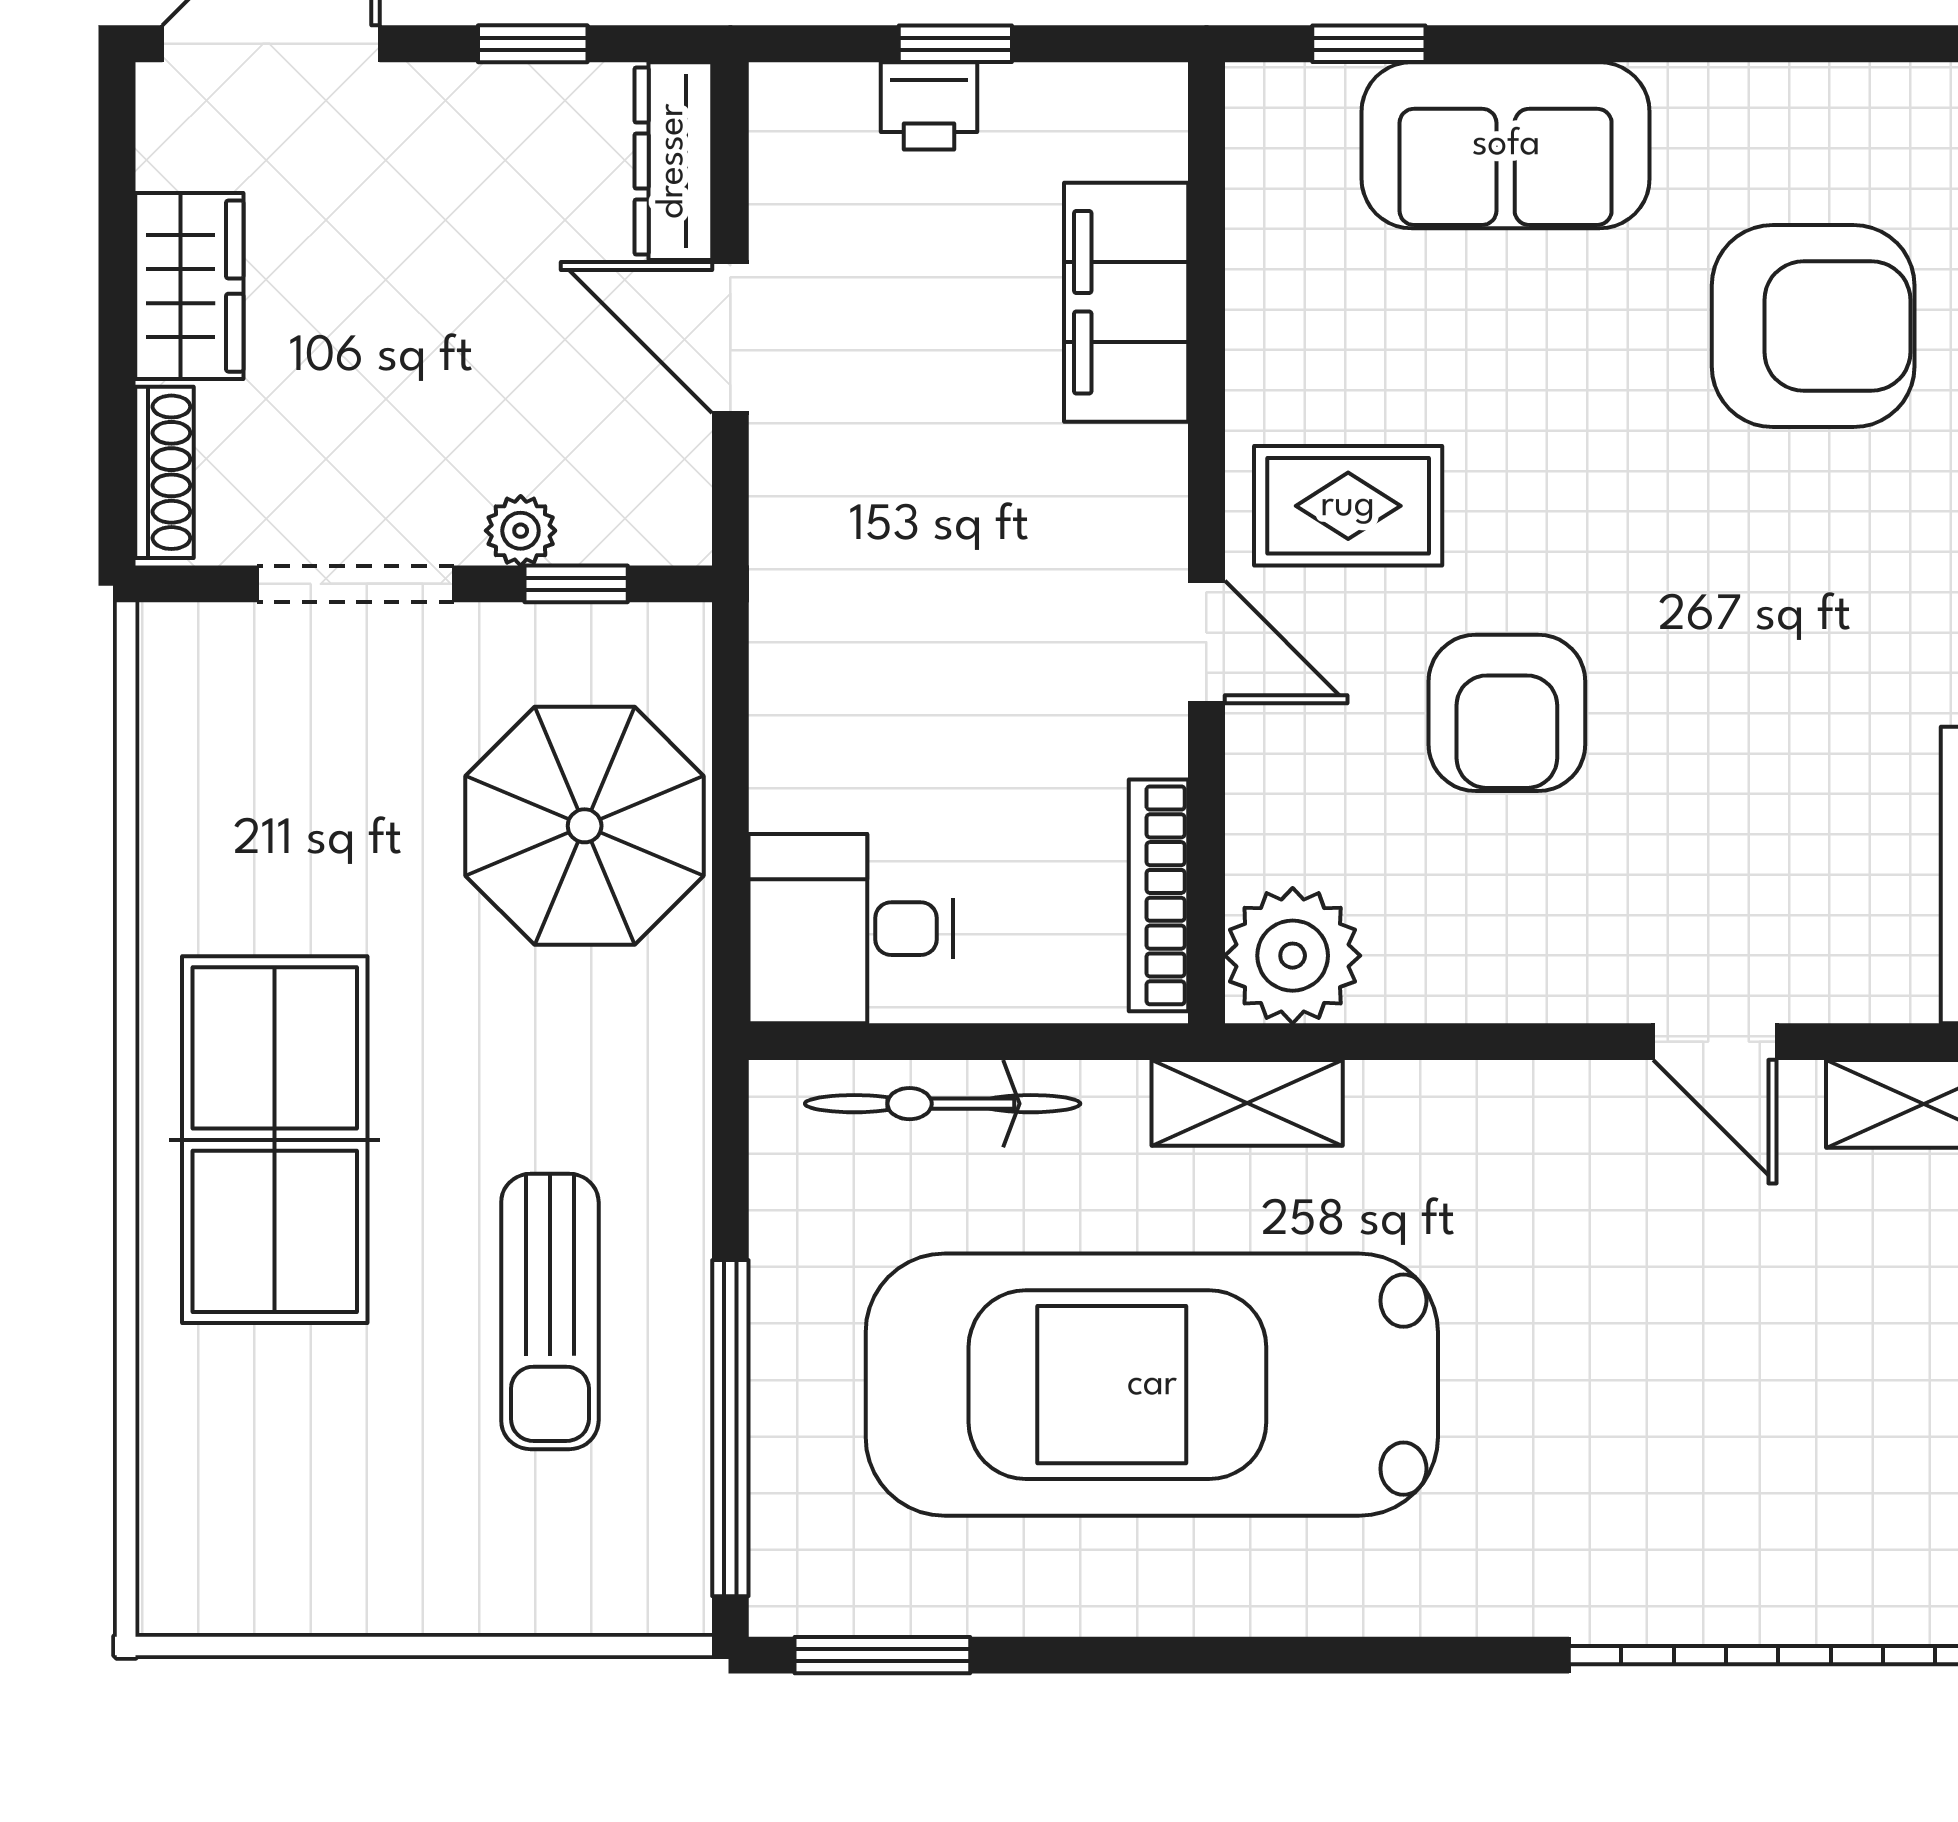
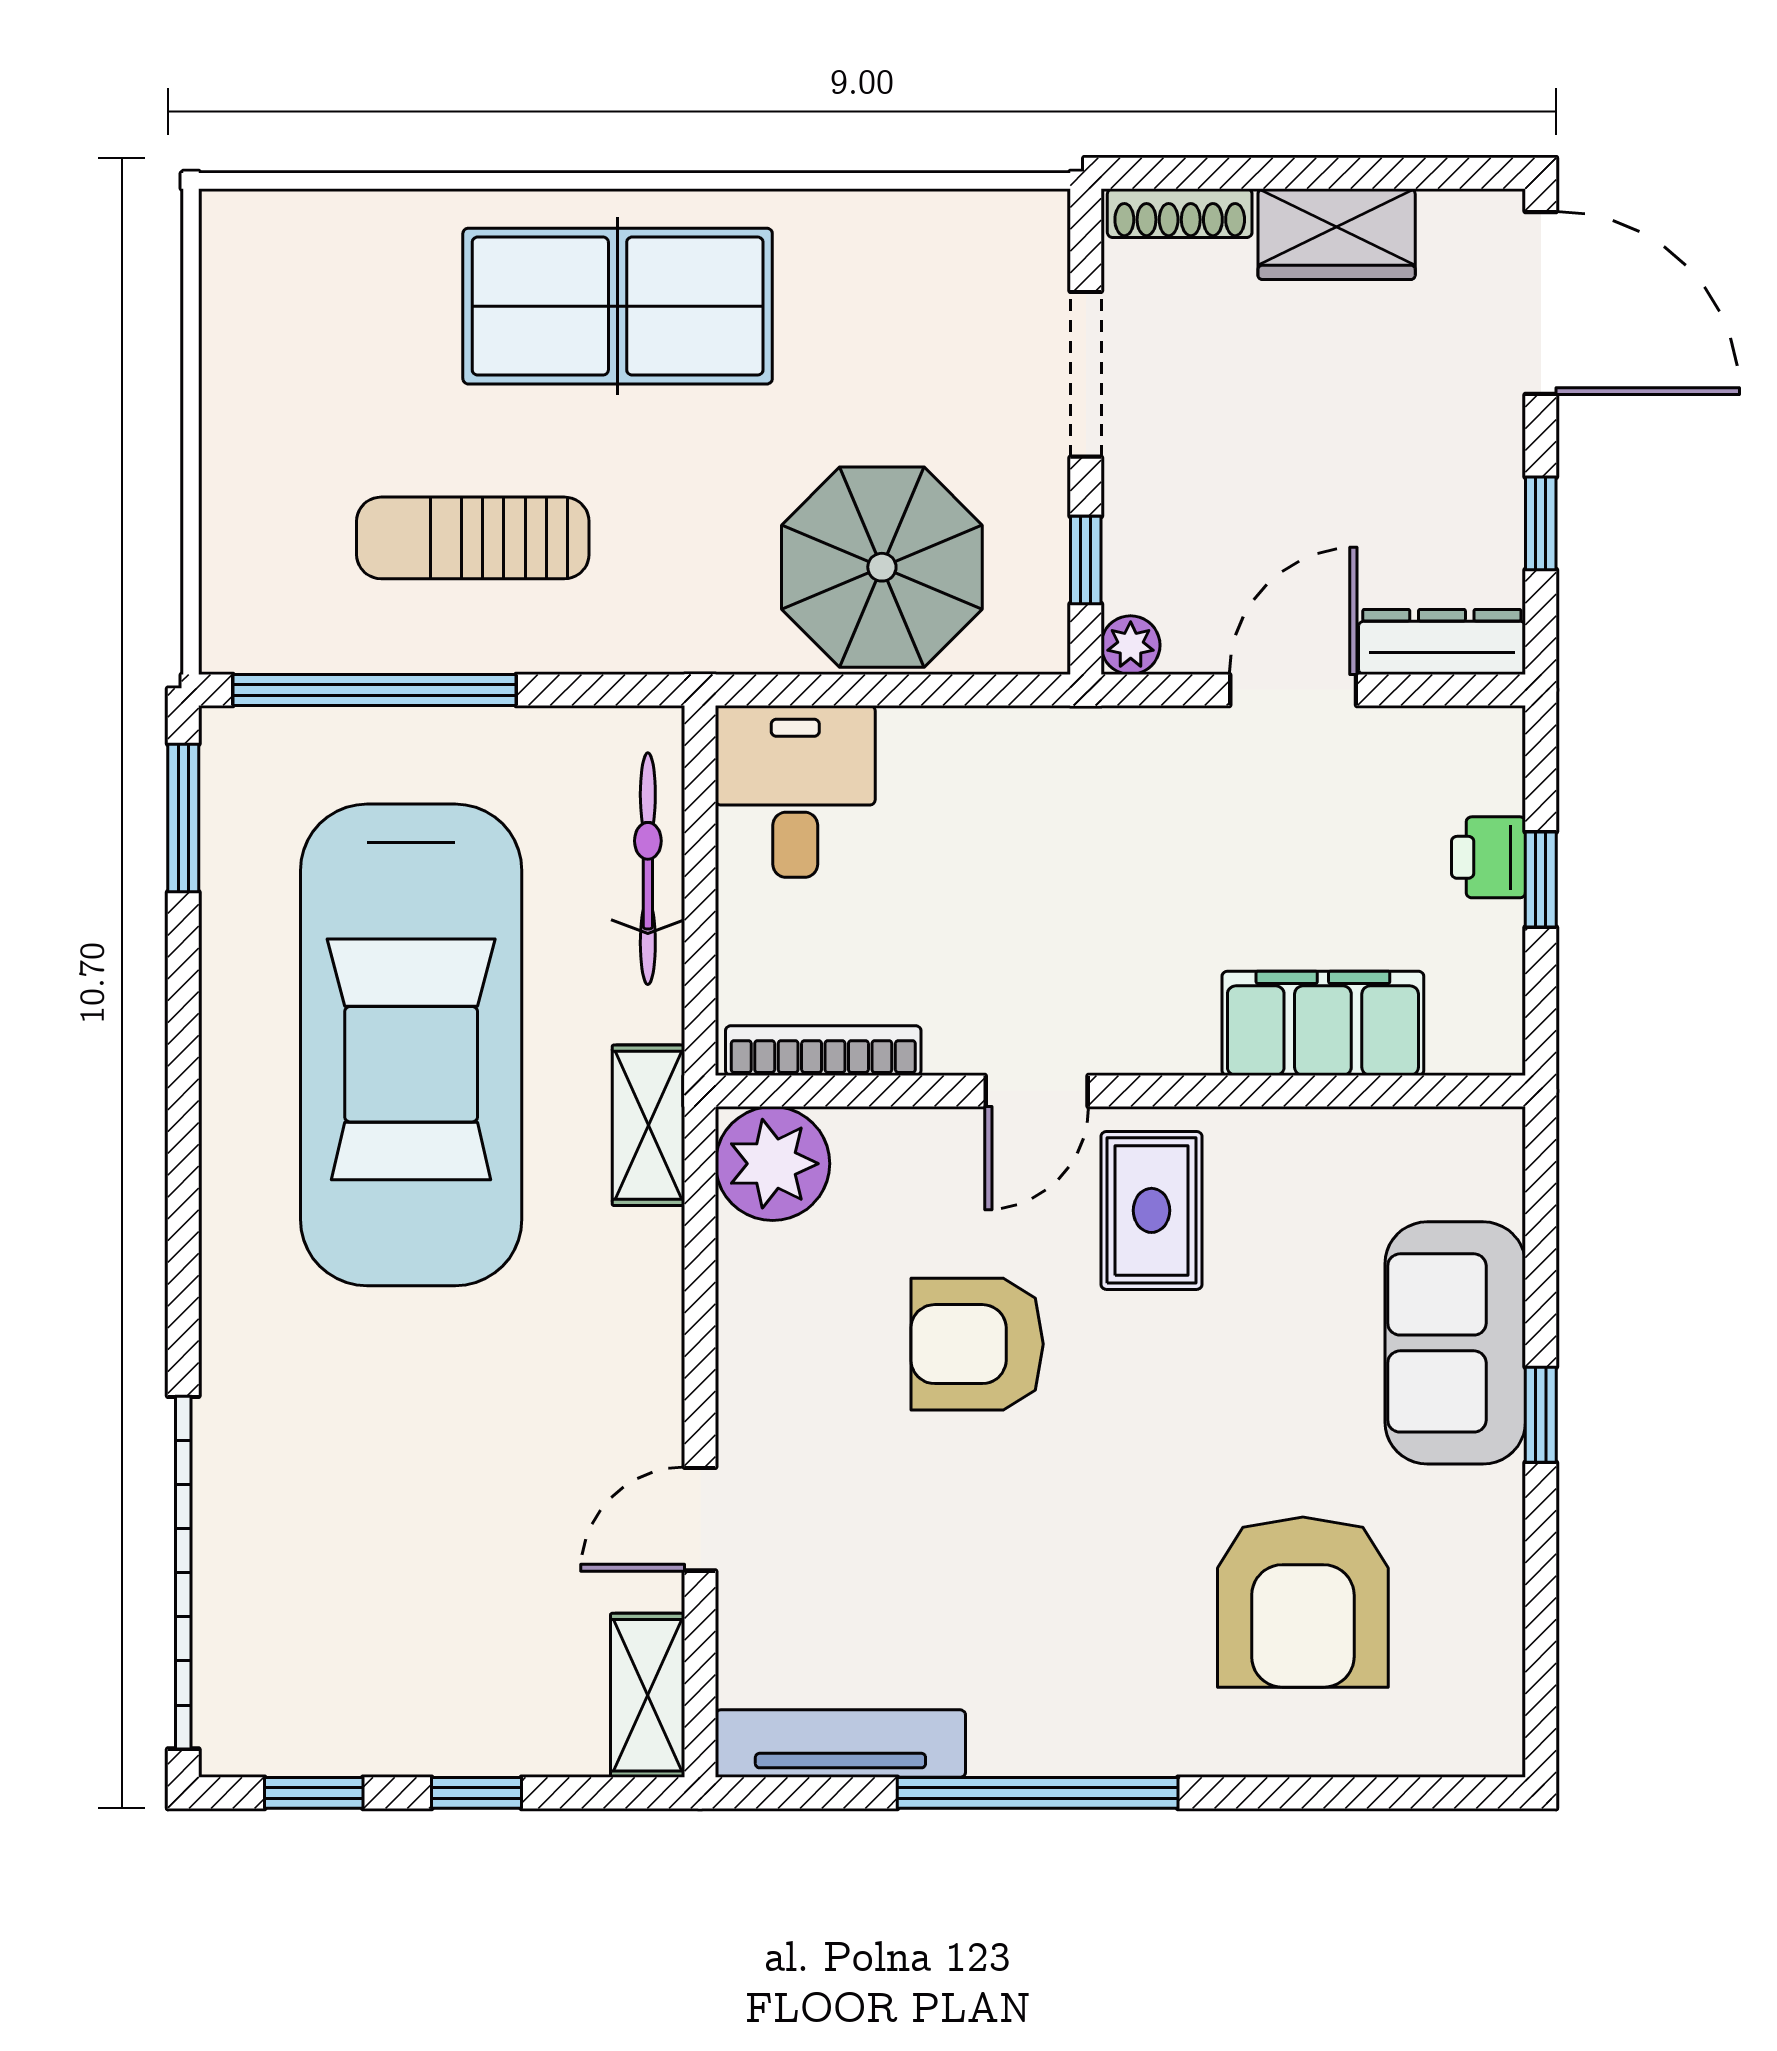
window: (1369, 44) -> (1541, 1415), moved
plant: (521, 531) -> (1131, 645), moved
car: (1152, 1385) -> (411, 1045), turned 180

